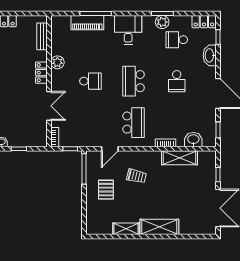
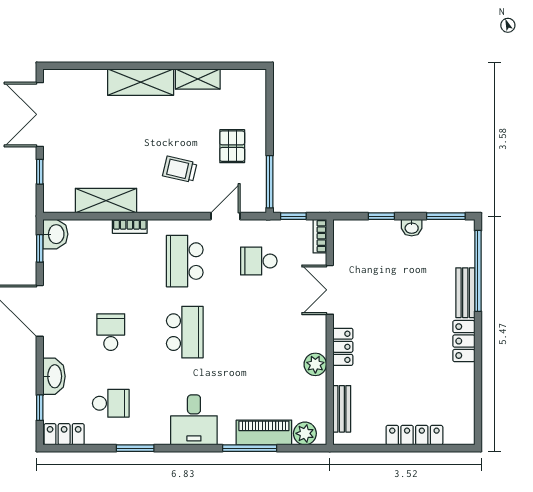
plant: (162, 22) -> (305, 433), moved
school desk: (90, 81) -> (259, 261), moved
washbasin: (193, 140) -> (55, 234), moved, turned -90

